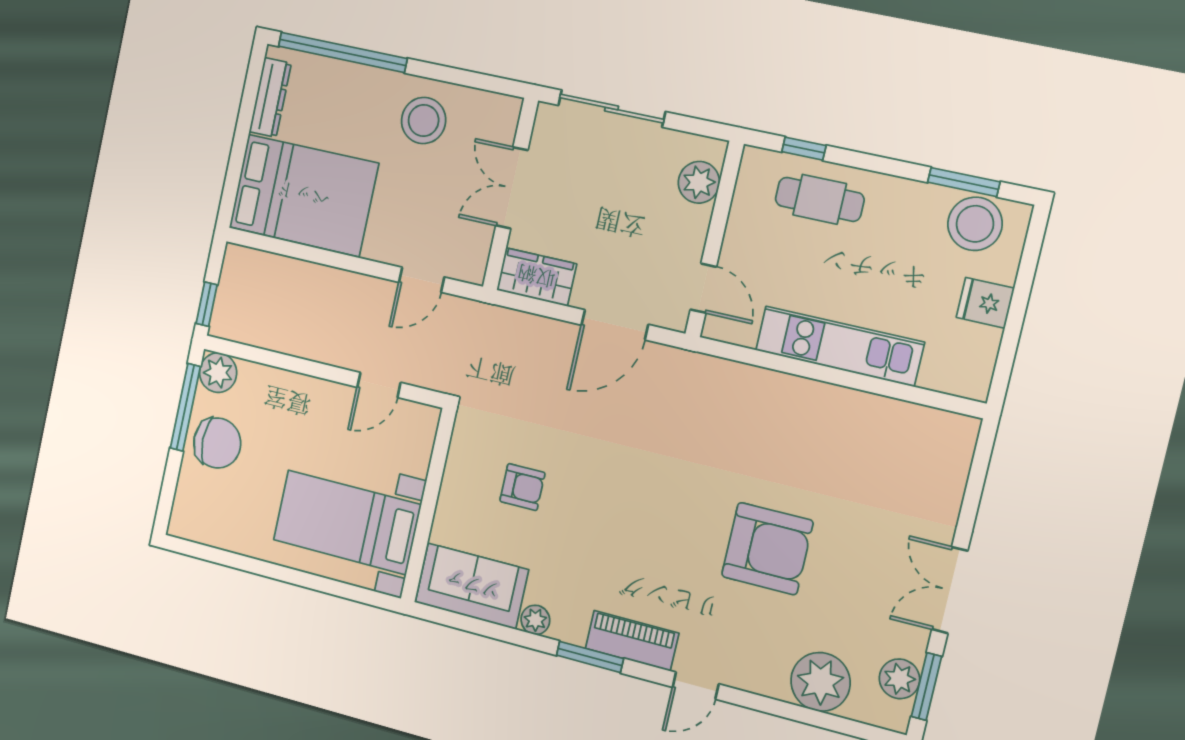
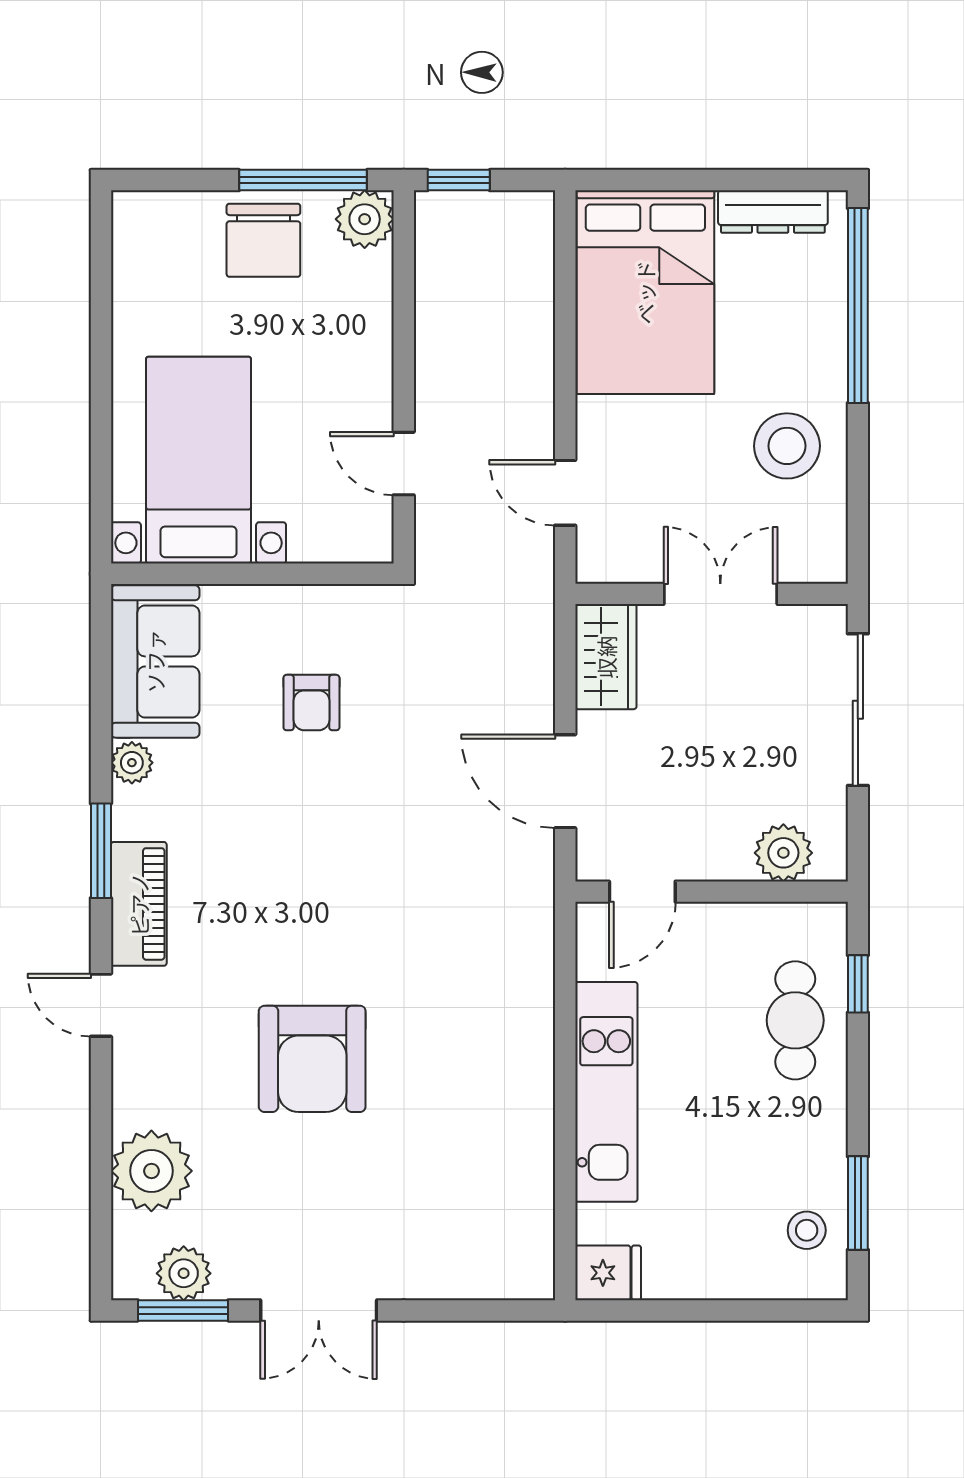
stool: (975, 224) -> (807, 1230), width x0.53, depth x0.53
fridge: (985, 303) -> (608, 1273), moved, turned 90
double door: (950, 590) -> (319, 1310), swing flipped

